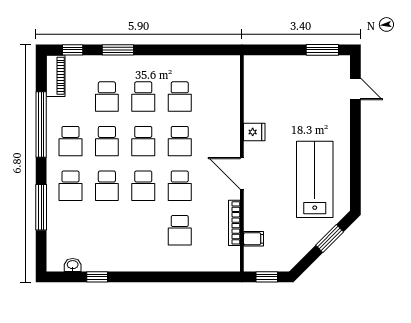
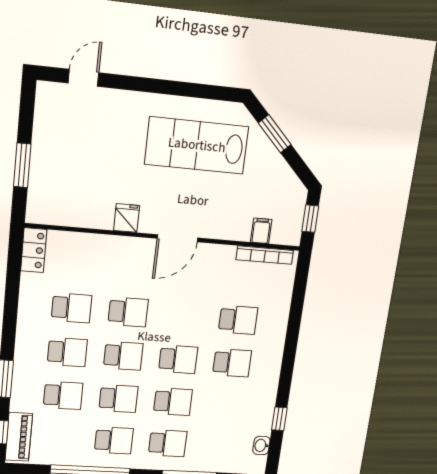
window: (322, 50) -> (22, 165), moved
locker: (223, 64) -> (34, 250), added
piano: (56, 76) -> (19, 437), moved, turned 90
school desk: (180, 186) -> (232, 363), moved
bookcase: (234, 223) -> (265, 255), moved

